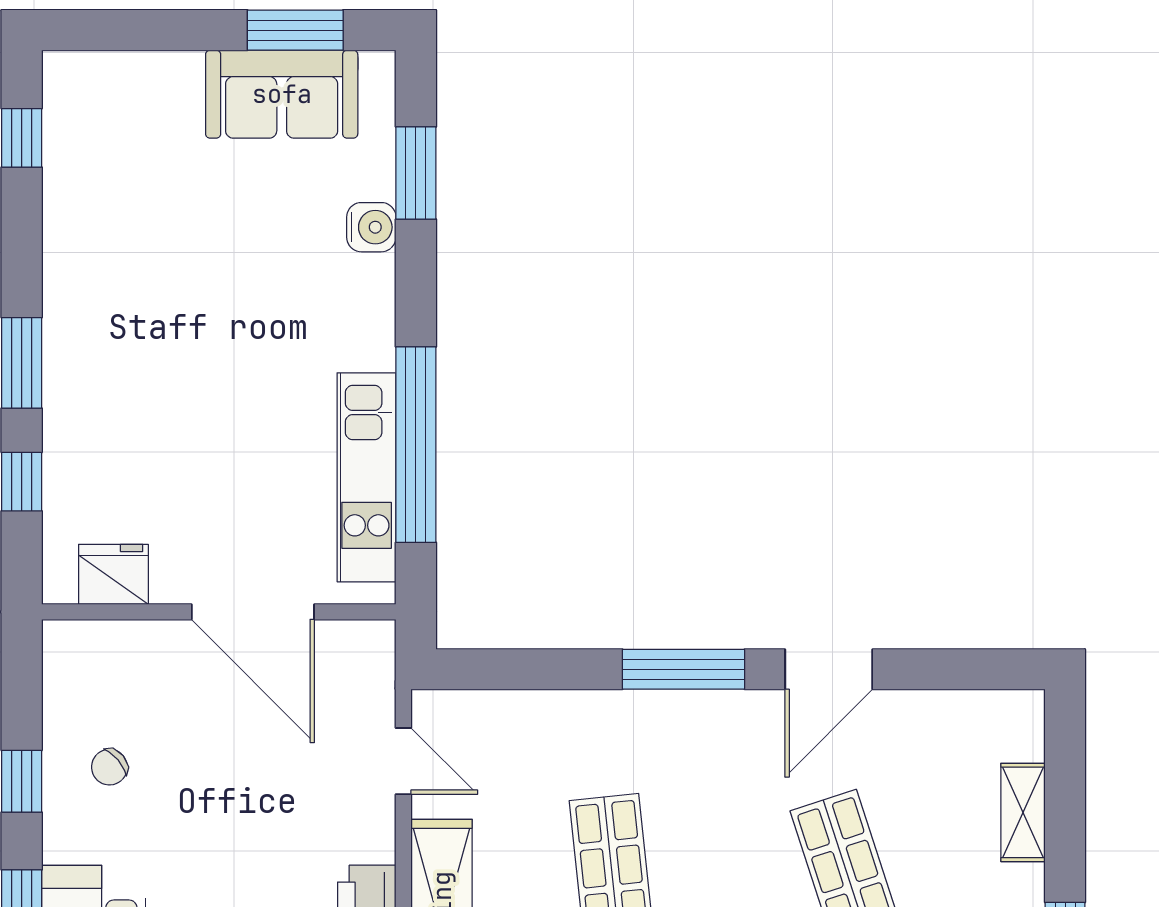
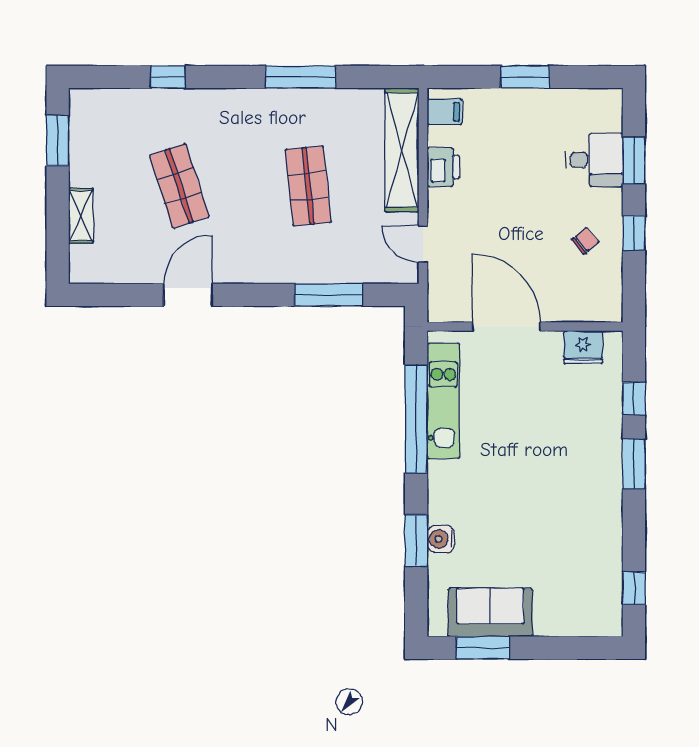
window: (416, 173) -> (416, 540), moved
window: (683, 669) -> (328, 295), moved

